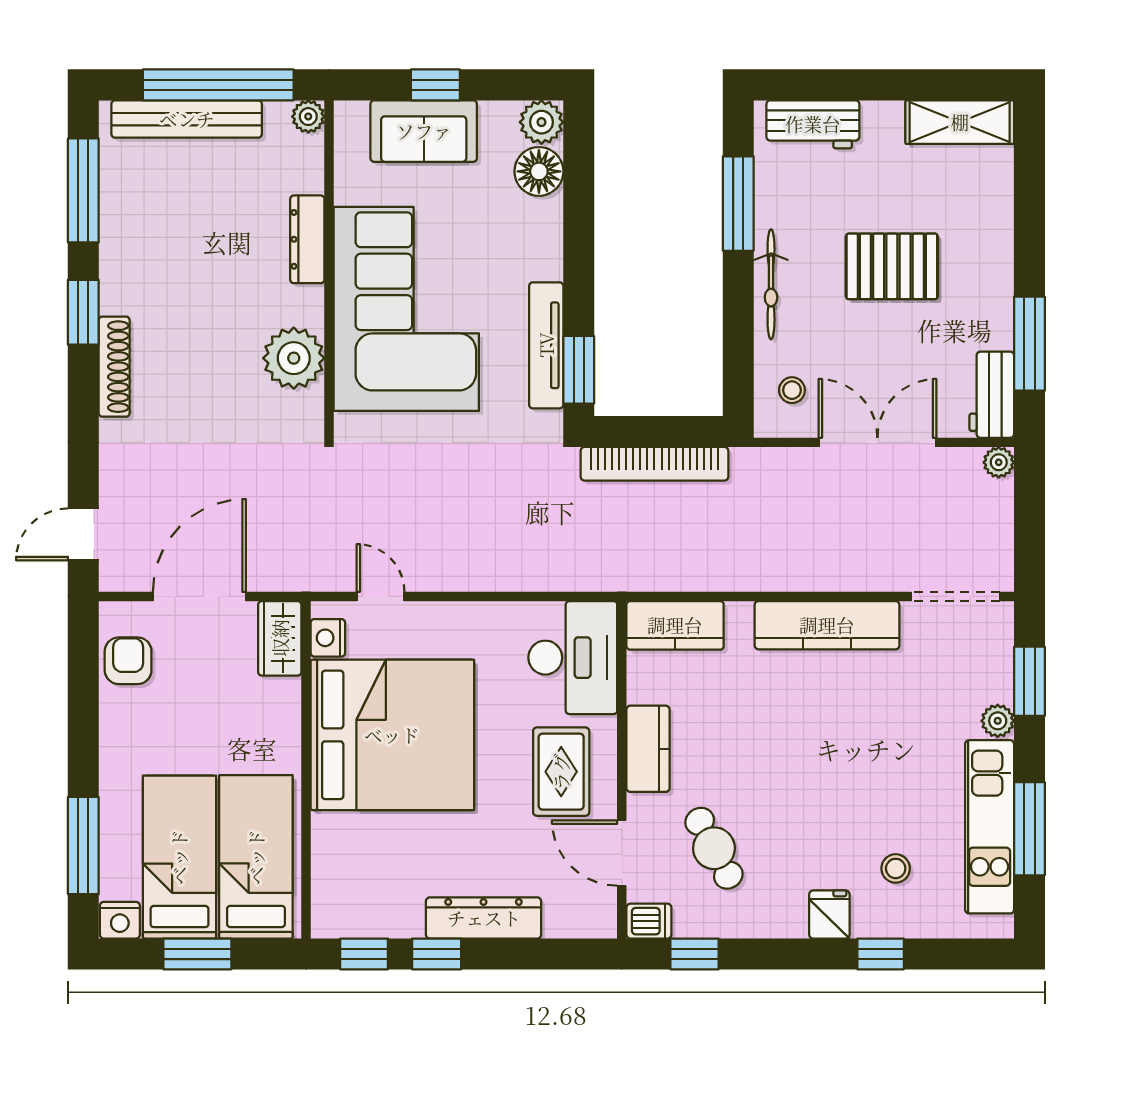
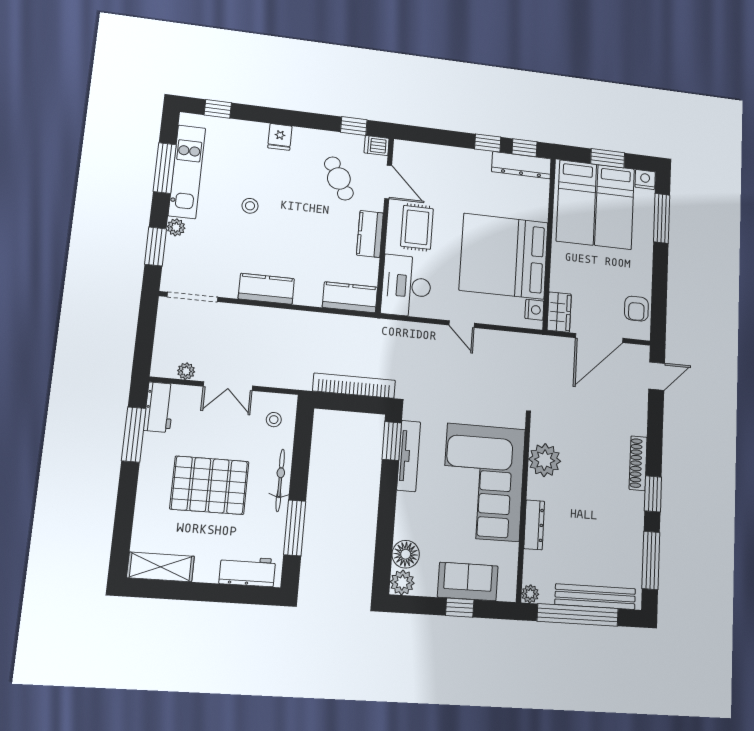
pallet: (892, 266) -> (209, 485), width x1.37, depth x1.41
double door: (877, 442) -> (228, 386), width x0.73
plant: (999, 462) -> (186, 371), moved
door: (381, 596) -> (462, 324), moved
kitchen counter: (827, 625) -> (266, 289), width x0.67
stool: (896, 868) -> (250, 206), moved
dresser: (484, 918) -> (521, 165), moved
window: (881, 954) -> (218, 109), moved

